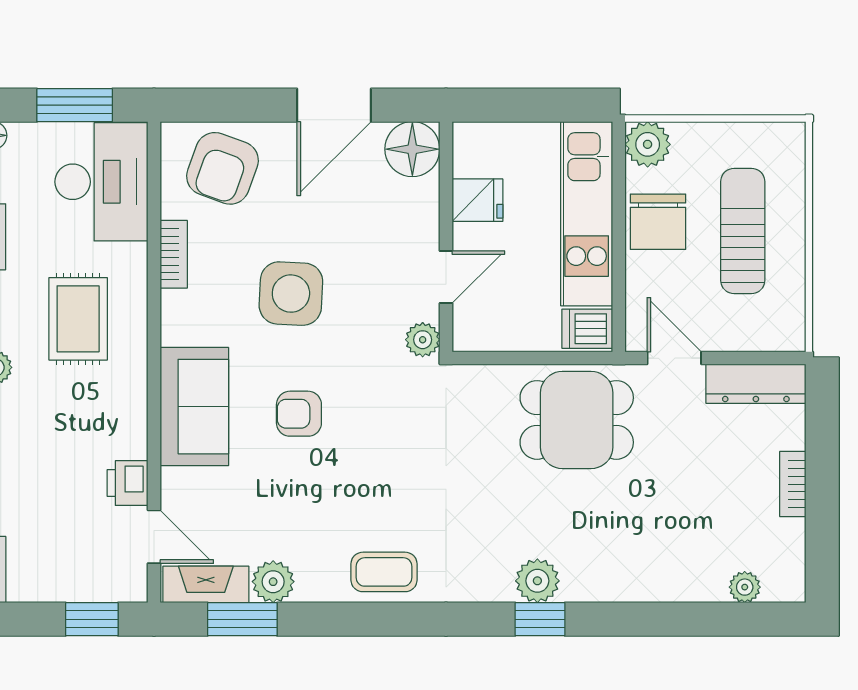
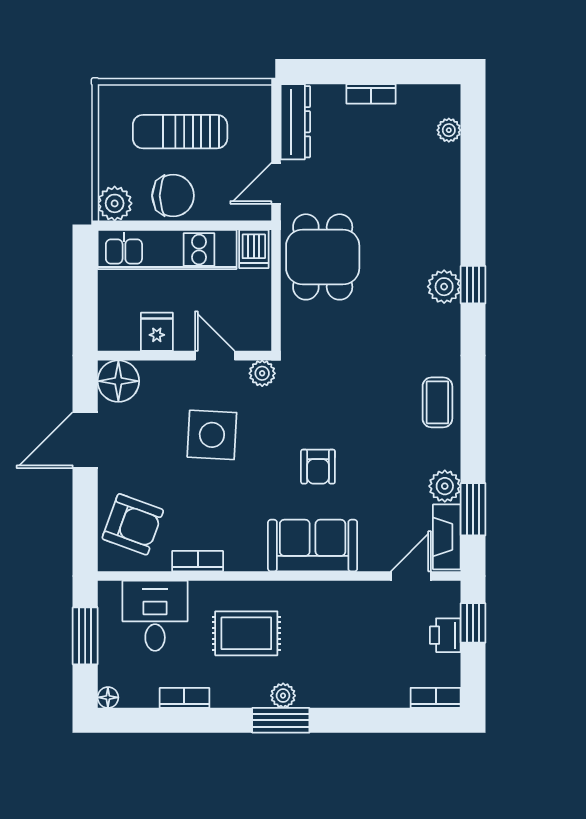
door: (334, 105) -> (85, 440), swing flipped
desk: (101, 182) -> (155, 616), width x0.73
side table: (291, 294) -> (212, 435), moved
printer: (128, 483) -> (445, 635), moved, turned 90

